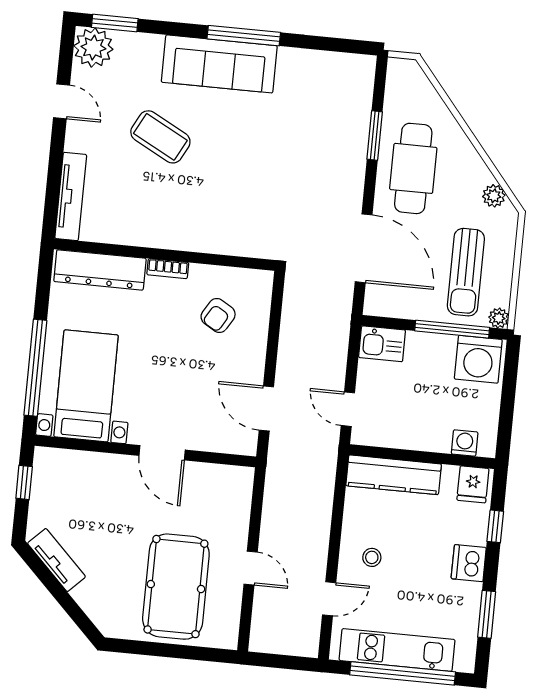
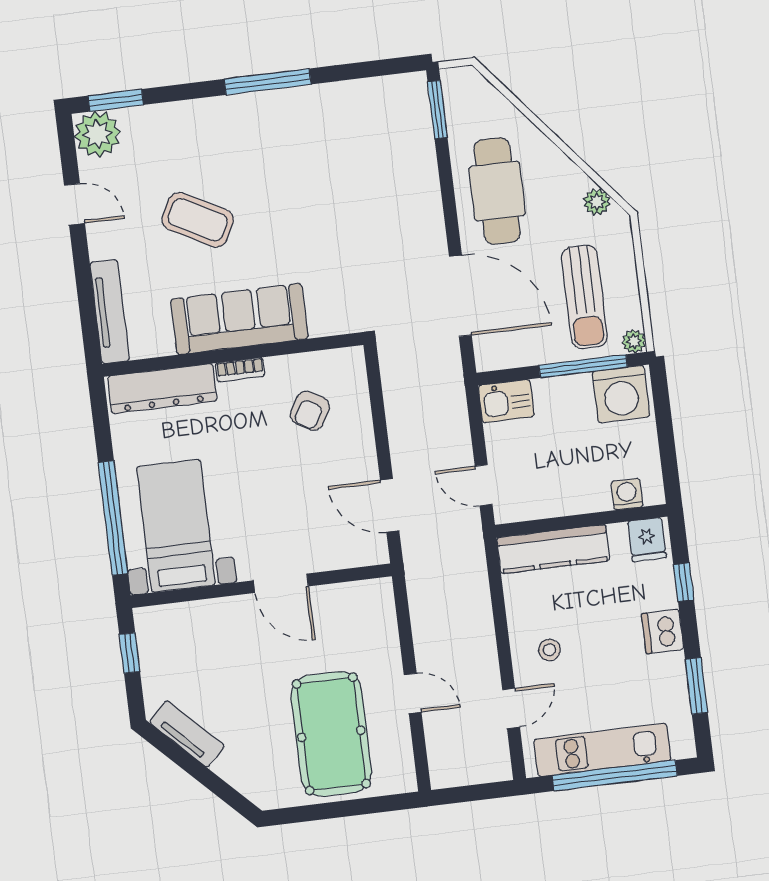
sofa: (219, 64) -> (239, 319), moved, turned 180
window: (375, 136) -> (438, 110), moved

